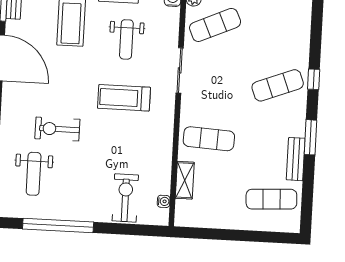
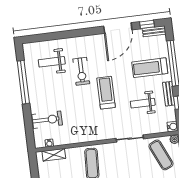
treadmill: (124, 98) -> (106, 93), moved
exercise bike: (57, 129) -> (81, 71), turned 180
shelving: (185, 180) -> (54, 155), moved

